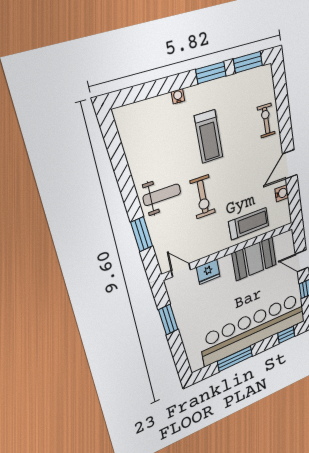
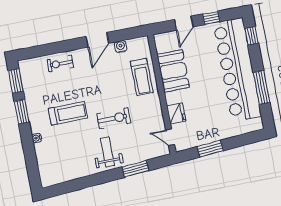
door: (290, 164) -> (97, 40), hinge flipped
treadmill: (249, 224) -> (142, 77), turned 180
door: (181, 270) -> (170, 137), hinge flipped

